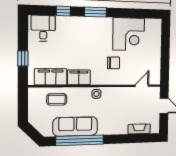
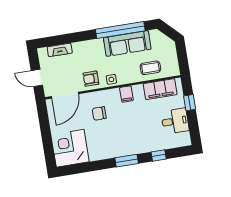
desk: (43, 28) -> (175, 121), moved, turned -90
corner desk: (129, 34) -> (70, 148), moved
filing cabinet: (79, 77) -> (126, 94), width x0.50
door: (142, 86) -> (65, 95), width x1.87
armchair: (115, 98) -> (91, 79), added

